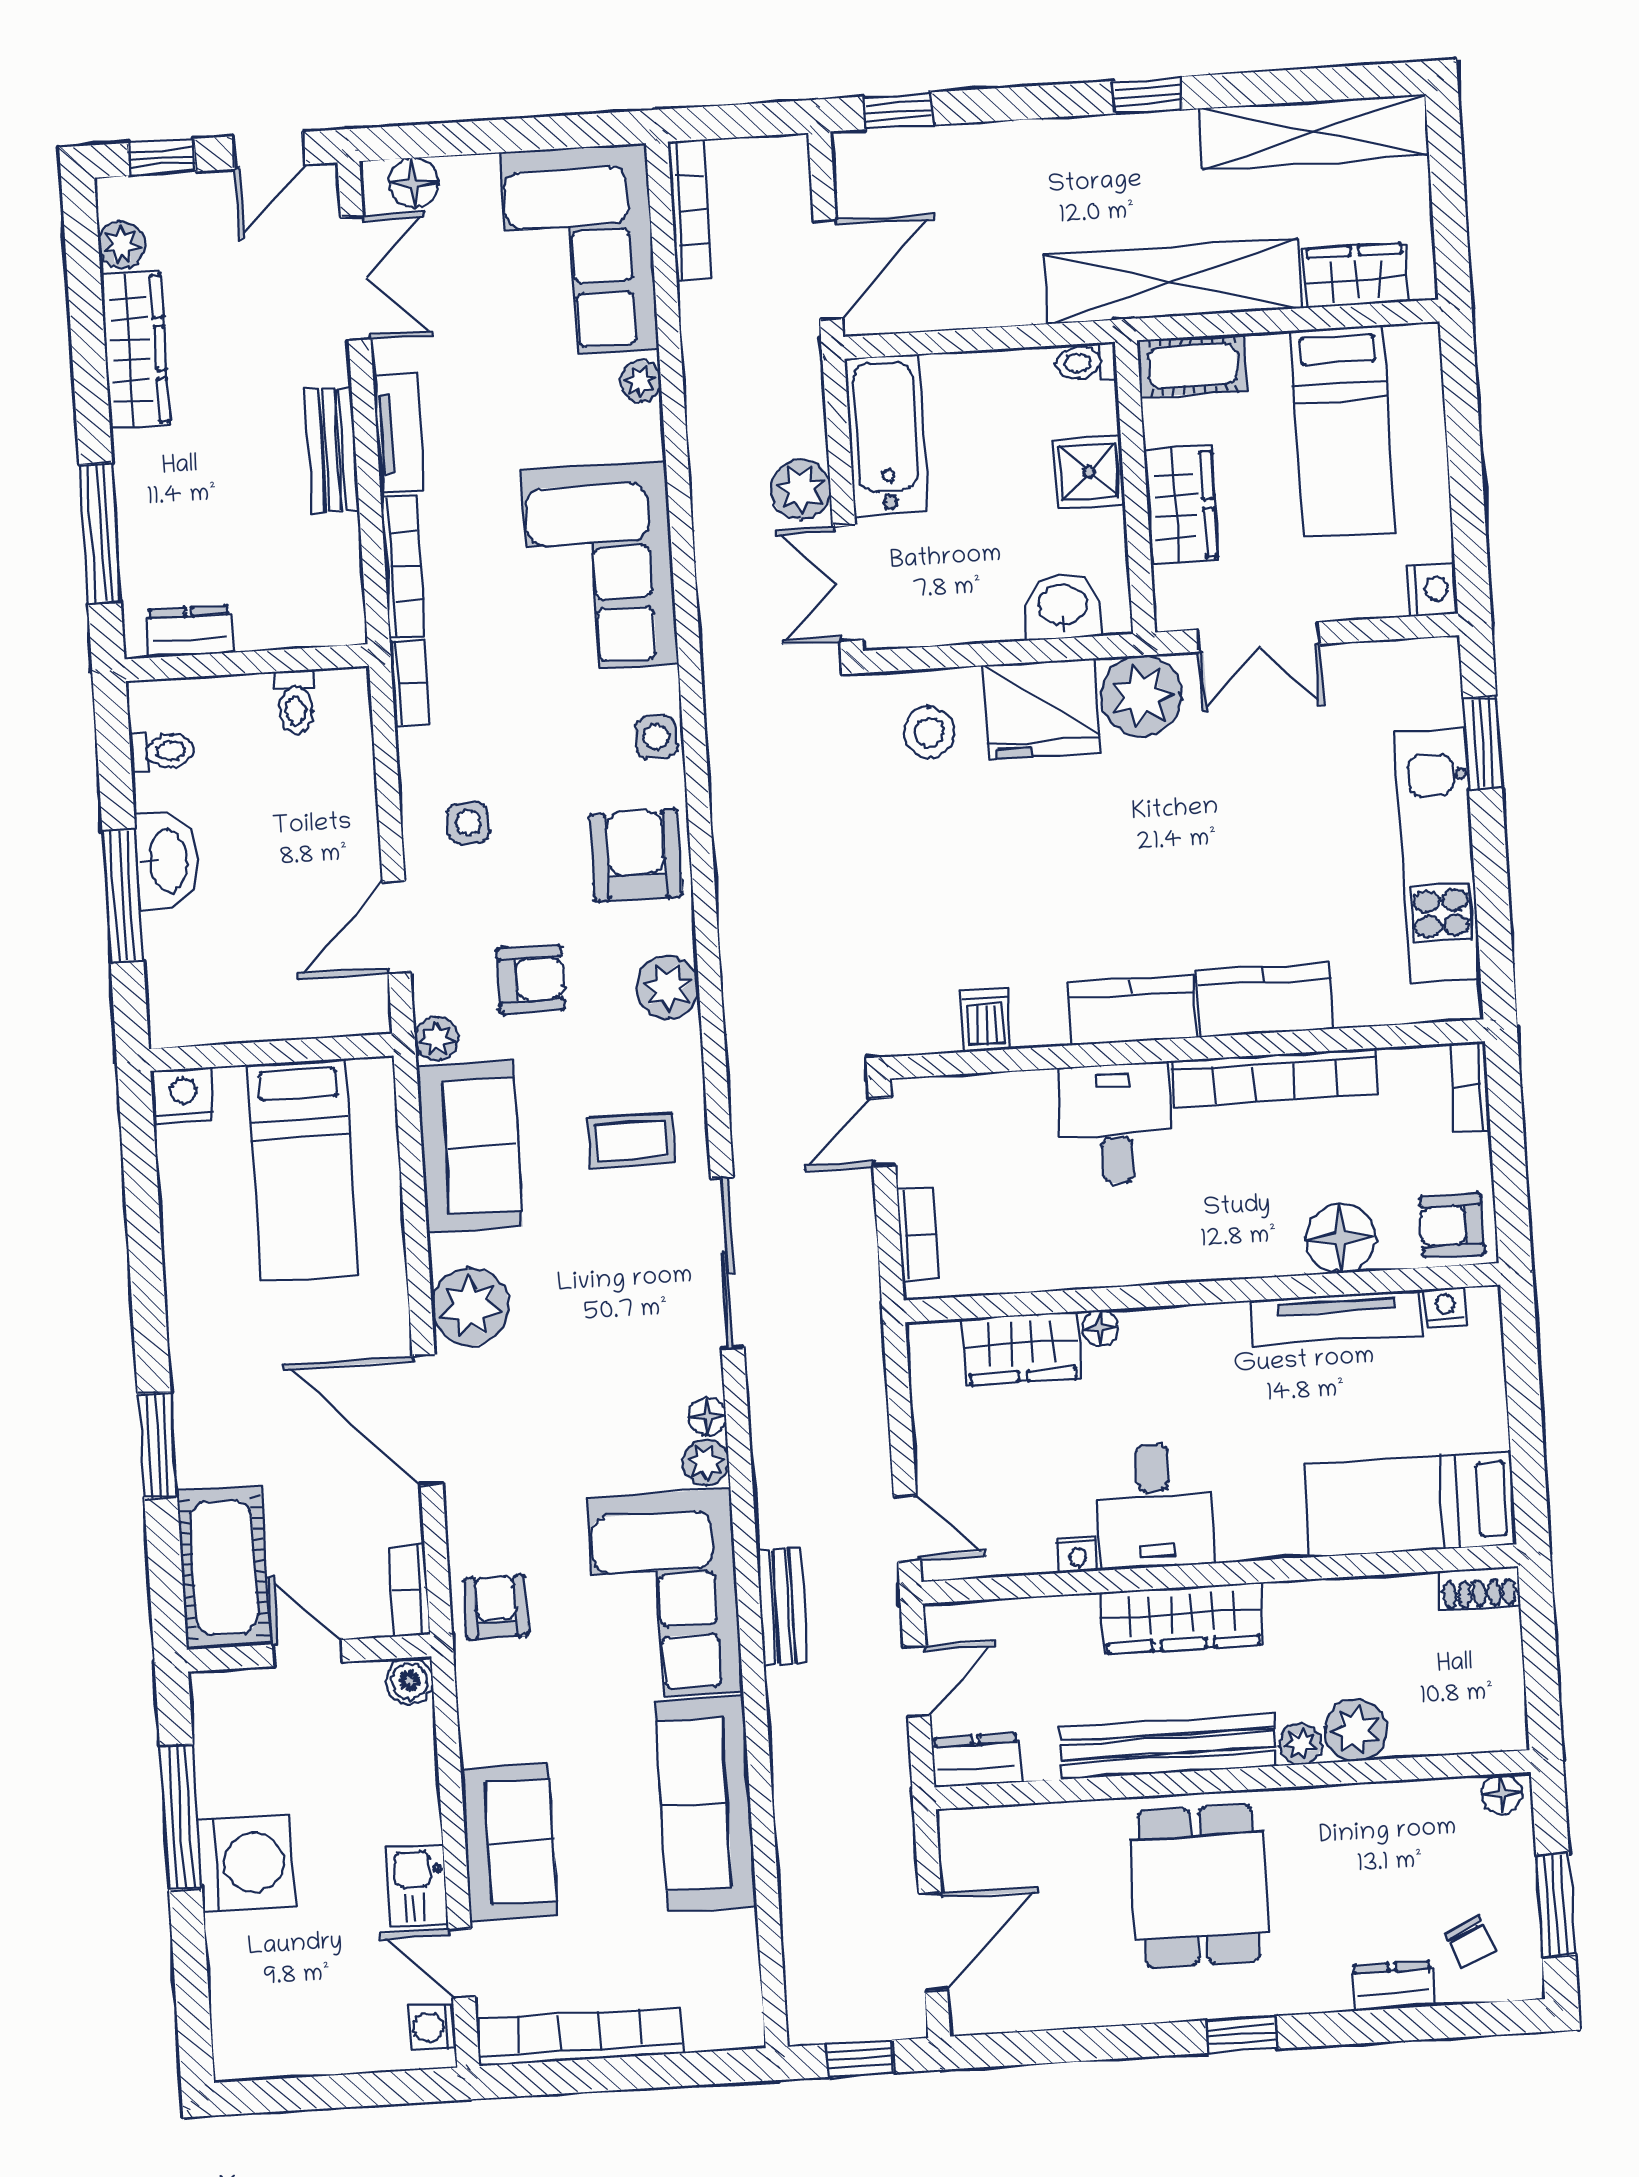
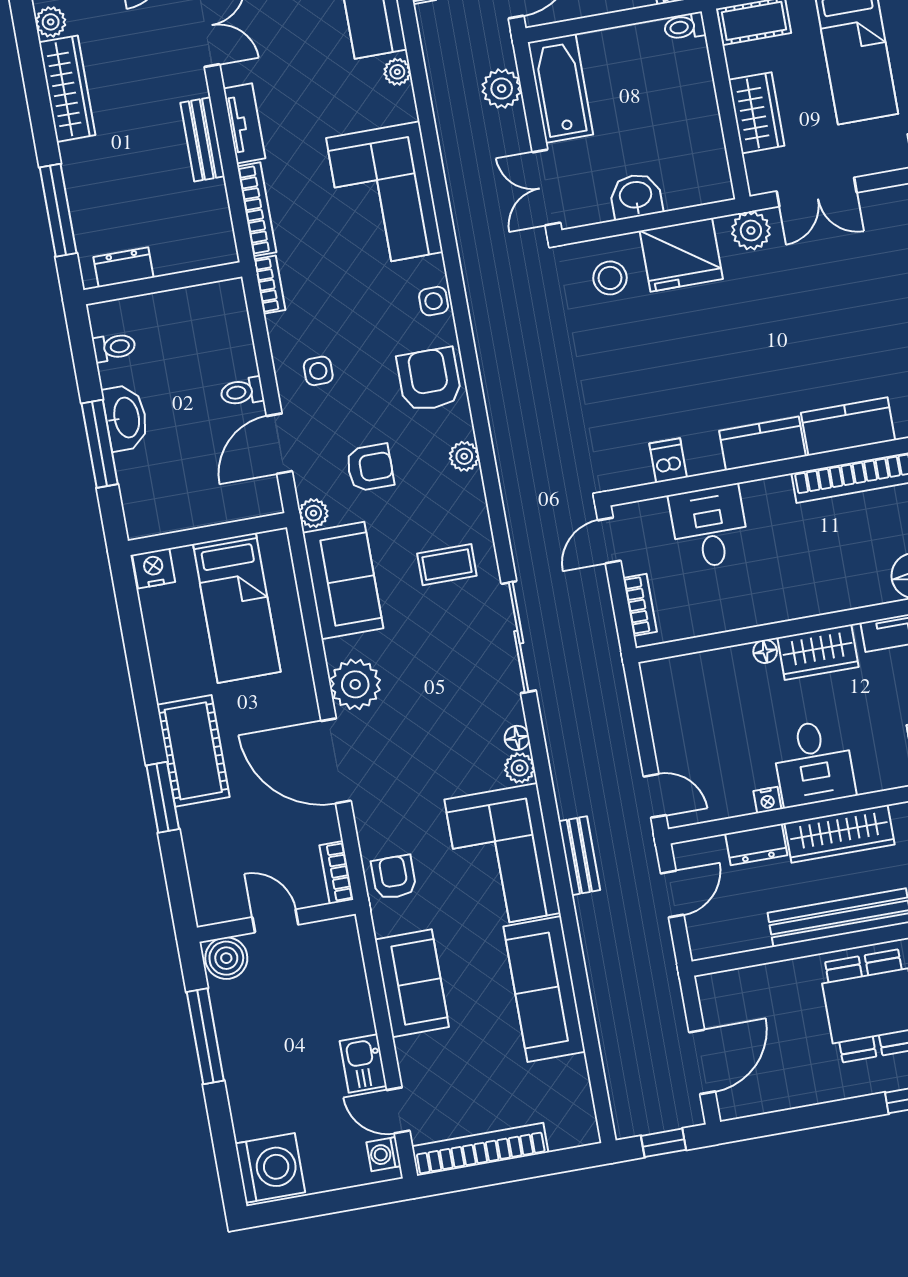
shower: (1089, 472) -> (695, 97), removed
plant: (801, 489) -> (502, 89), moved
washbasin: (1063, 607) -> (636, 196), moved
plant: (1142, 696) -> (751, 231), width x0.73, depth x0.73
toilet: (296, 702) -> (242, 392), moved, turned 90
plant: (668, 987) -> (464, 456), width x0.73, depth x0.73
desk: (1116, 1124) -> (709, 527), moved
wardrobe: (1022, 1348) -> (818, 652), moved
cot: (224, 1568) -> (193, 751), moved
boiler: (409, 1681) -> (226, 958), moved, width x1.36, depth x1.36
dresser: (977, 1760) -> (756, 844), moved, turned 180
sofa: (509, 1842) -> (412, 983), moved
washing machine: (246, 1863) -> (270, 1168), moved

